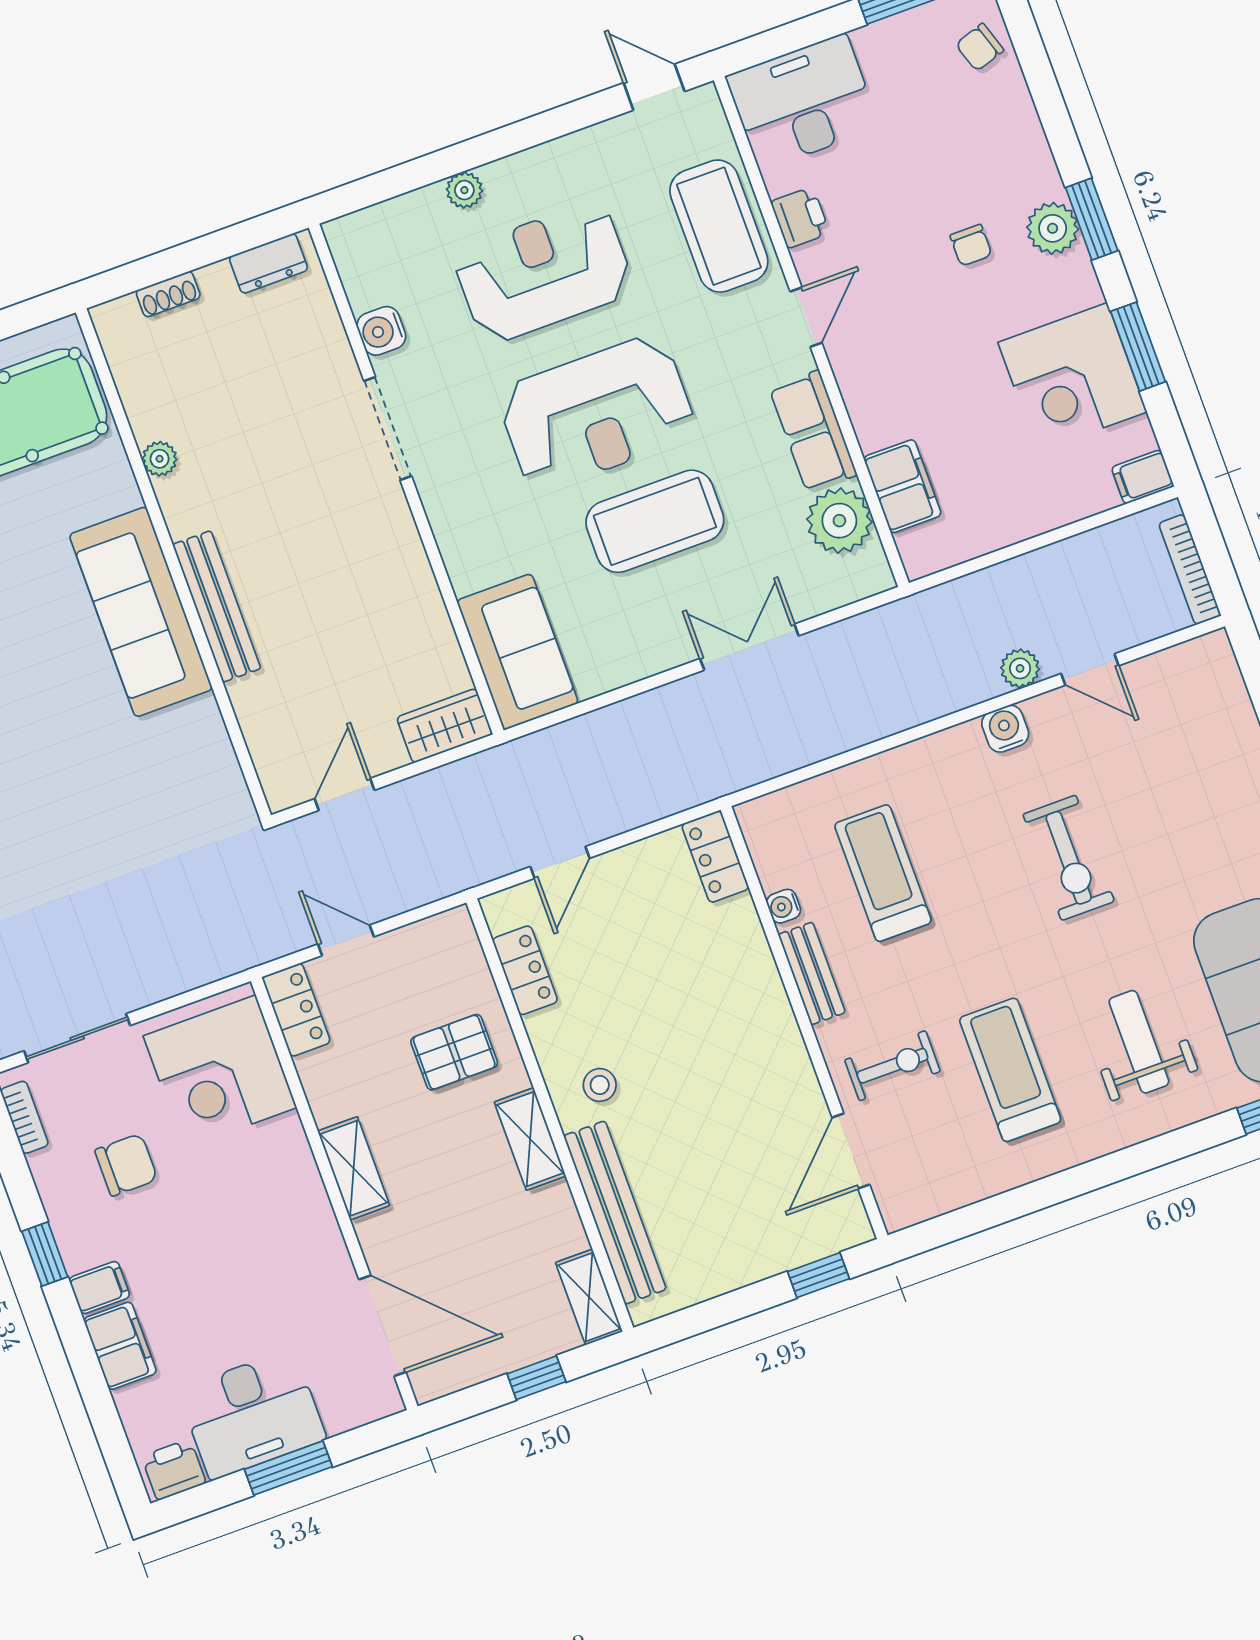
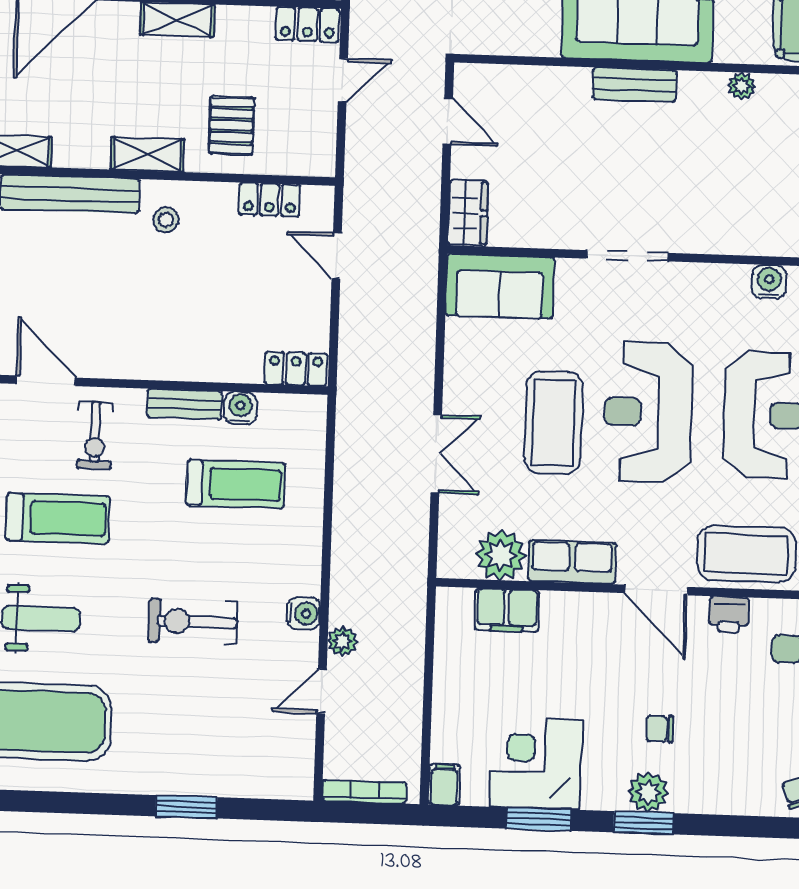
door: (806, 317) -> (656, 590), width x1.38
doorway: (388, 429) -> (627, 256), moved
bench: (217, 606) -> (634, 85), width x0.73
water cooler: (784, 906) -> (241, 408), width x1.38, depth x1.38

